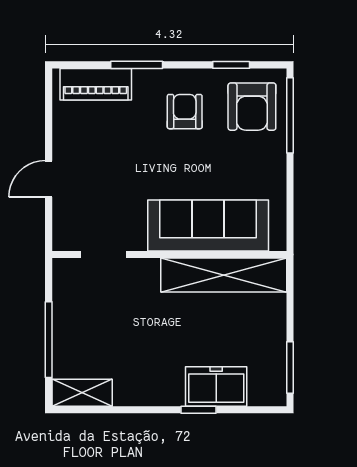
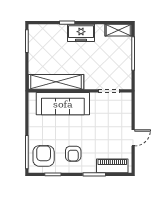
door: (49, 179) -> (133, 138), moved
freezer: (216, 387) -> (81, 33), moved

